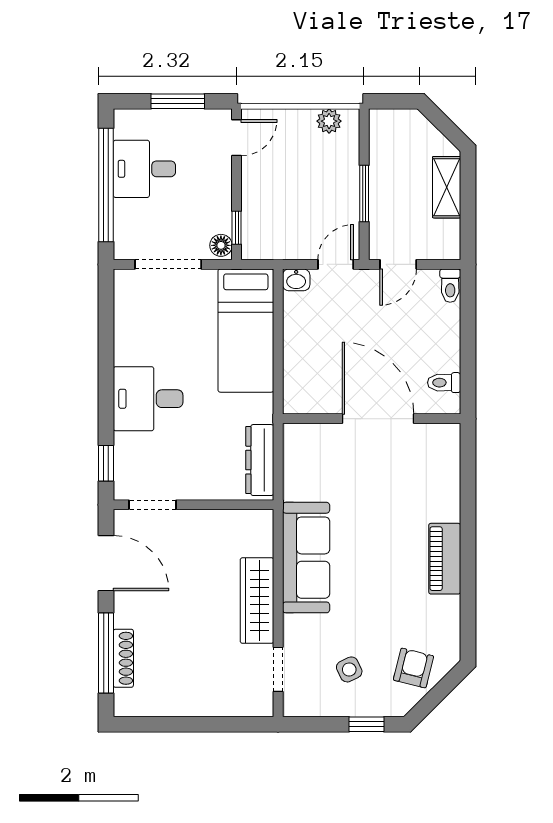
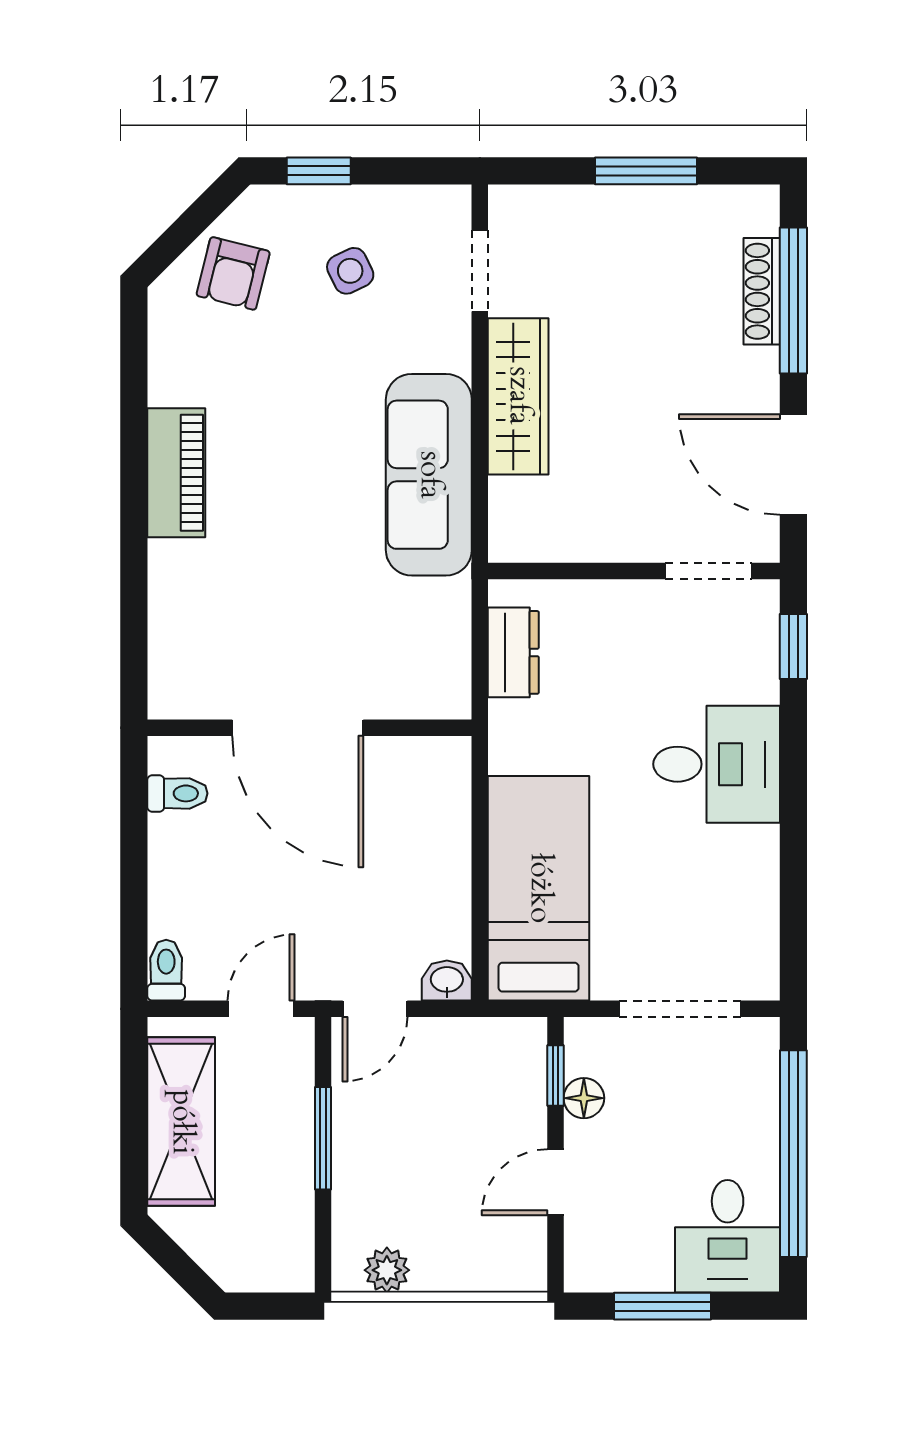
door: (237, 138) -> (556, 1182), moved
desk: (144, 169) -> (728, 1236), moved, turned 90
shelving: (447, 187) -> (181, 1122), width x1.50, depth x1.33
floor lamp: (221, 245) -> (584, 1098), moved
dresser: (260, 460) -> (513, 652), width x0.70
window: (187, 724) -> (646, 171), added

